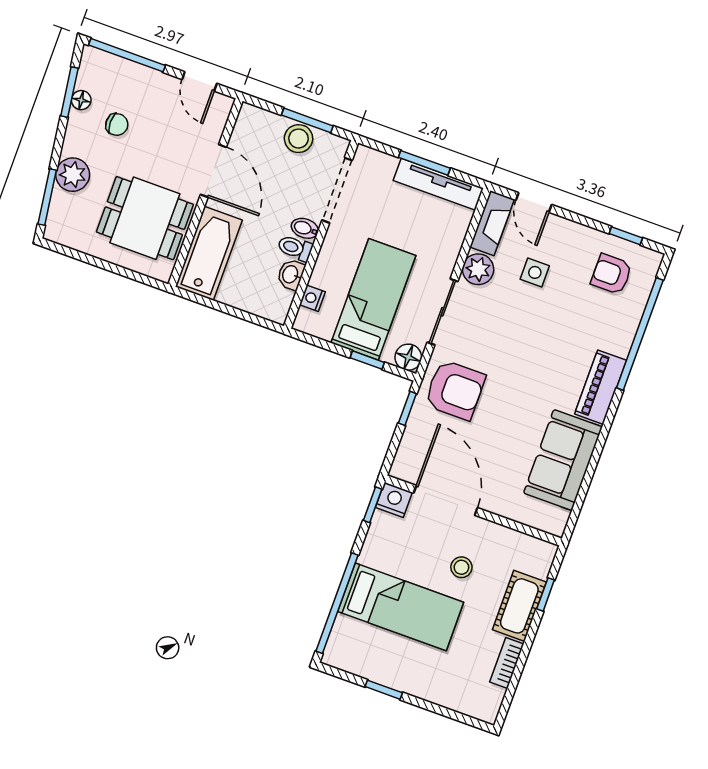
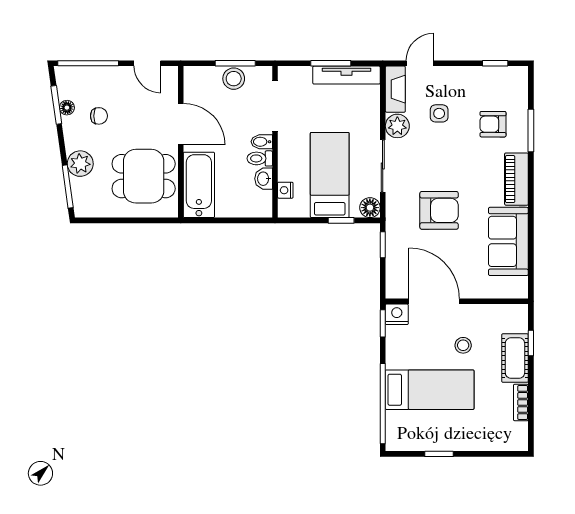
door: (534, 202) -> (420, 63), swing flipped
armchair: (611, 274) -> (493, 124), moved
window: (640, 334) -> (531, 130), width x0.47
armchair: (455, 390) -> (439, 210), moved

